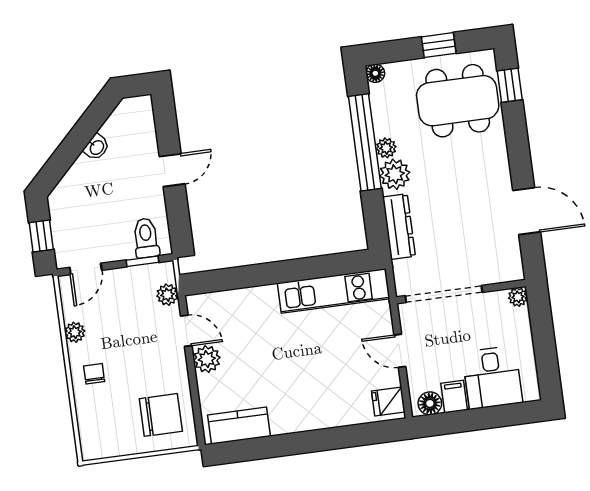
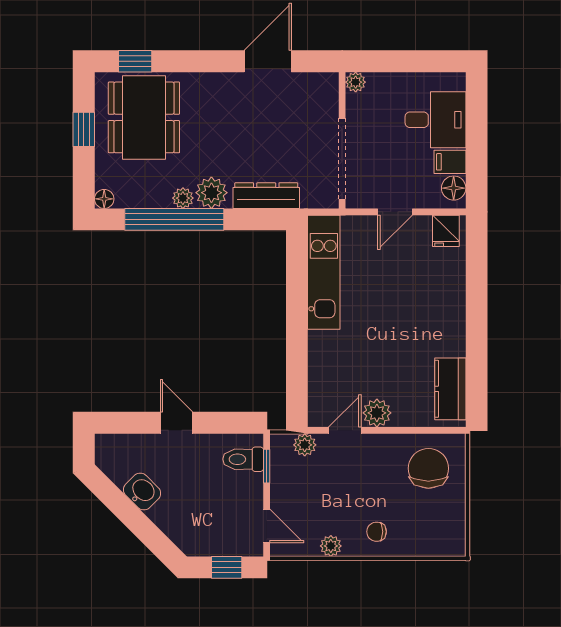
washbasin: (96, 147) -> (142, 492), width x1.38, depth x1.45

